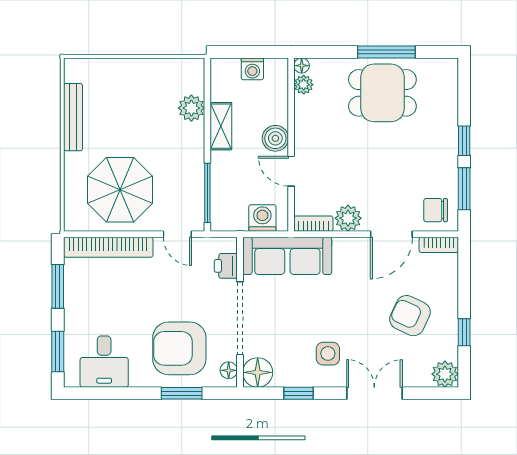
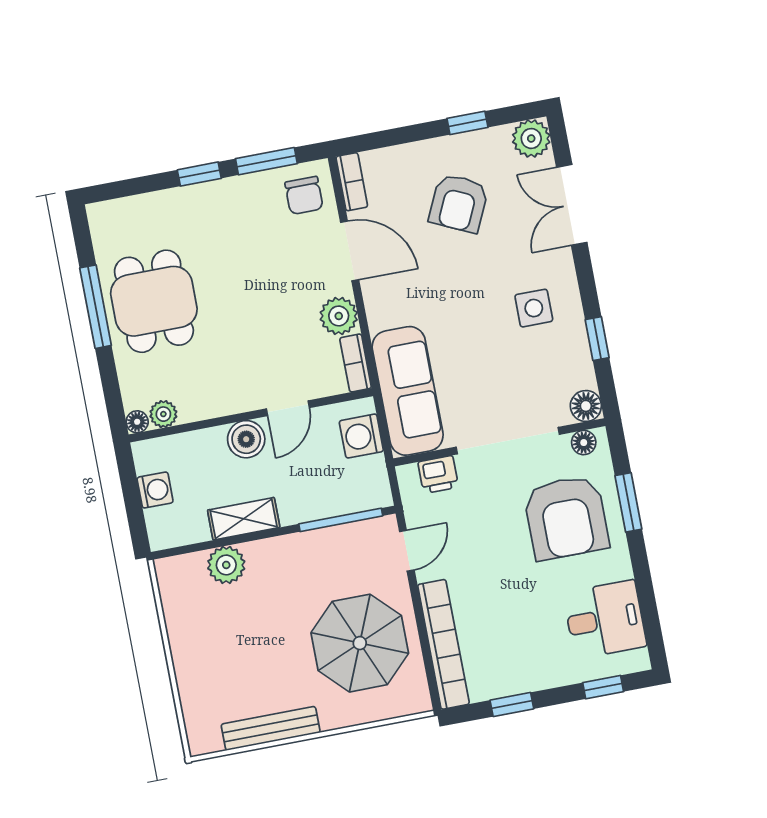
window: (58, 286) -> (512, 705), width x0.67
window: (58, 352) -> (603, 687), width x0.67
floor lamp: (258, 372) -> (586, 406), width x0.73, depth x0.73
double door: (374, 393) -> (572, 205), moved

